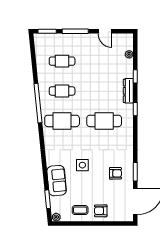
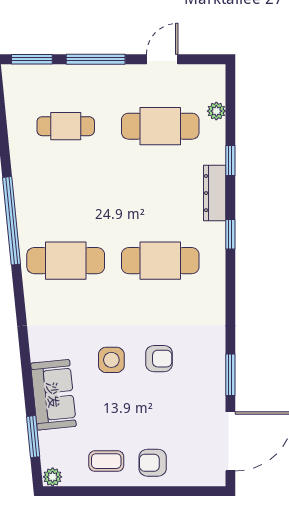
door: (105, 31) -> (162, 59), swing flipped
cafe table: (62, 91) -> (160, 126), moved, width x1.37, depth x1.35
armchair: (115, 173) -> (159, 359), moved

